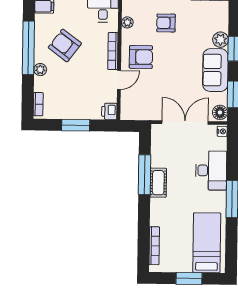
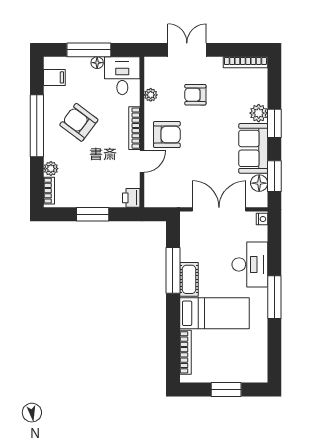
plant: (40, 70) -> (51, 169), moved
floor lamp: (220, 112) -> (259, 183), moved
bed: (207, 243) -> (214, 313), moved, turned 90

